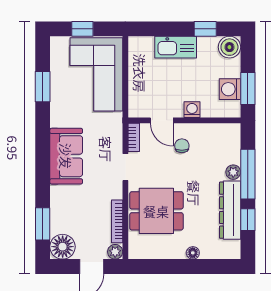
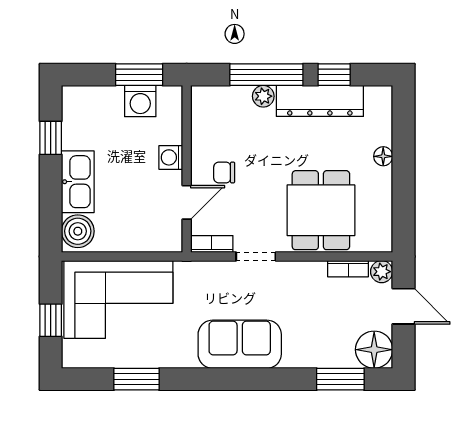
boiler: (229, 47) -> (78, 231), moved
bookcase: (117, 221) -> (348, 269), width x0.64

